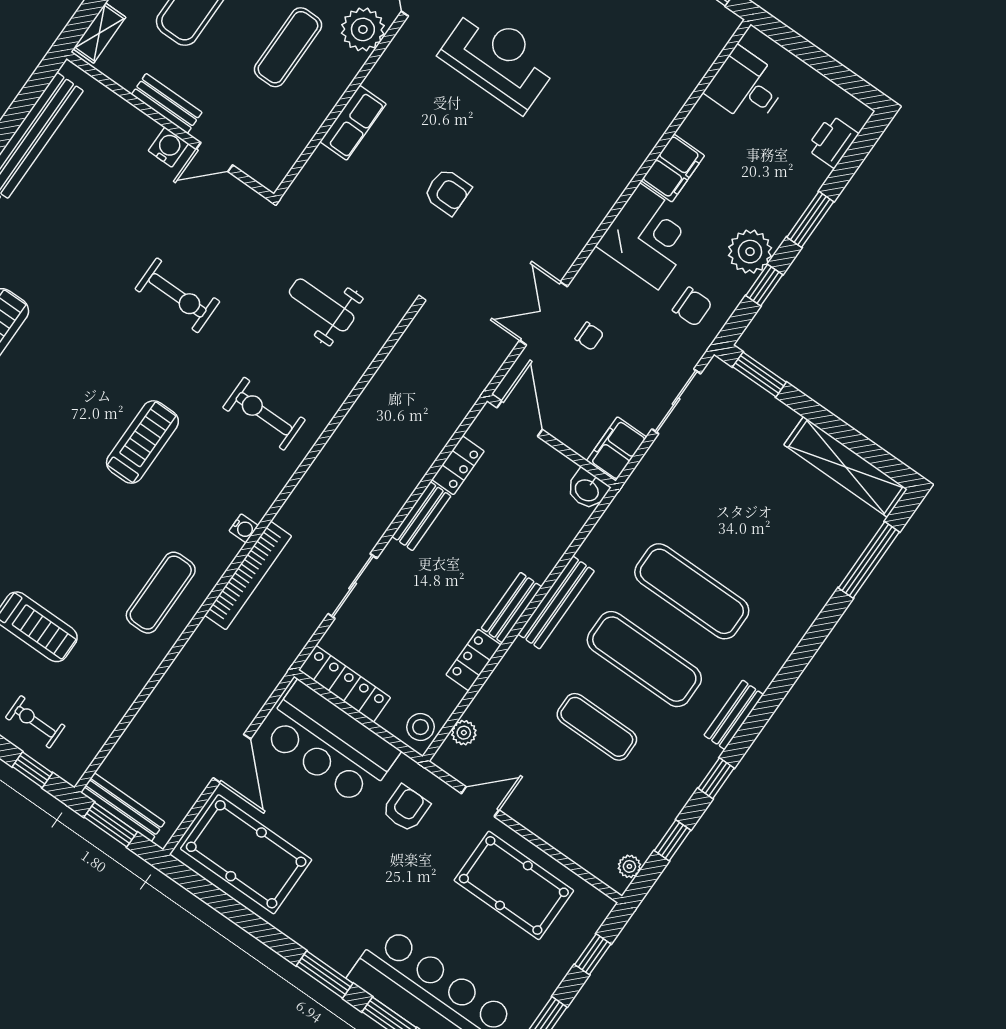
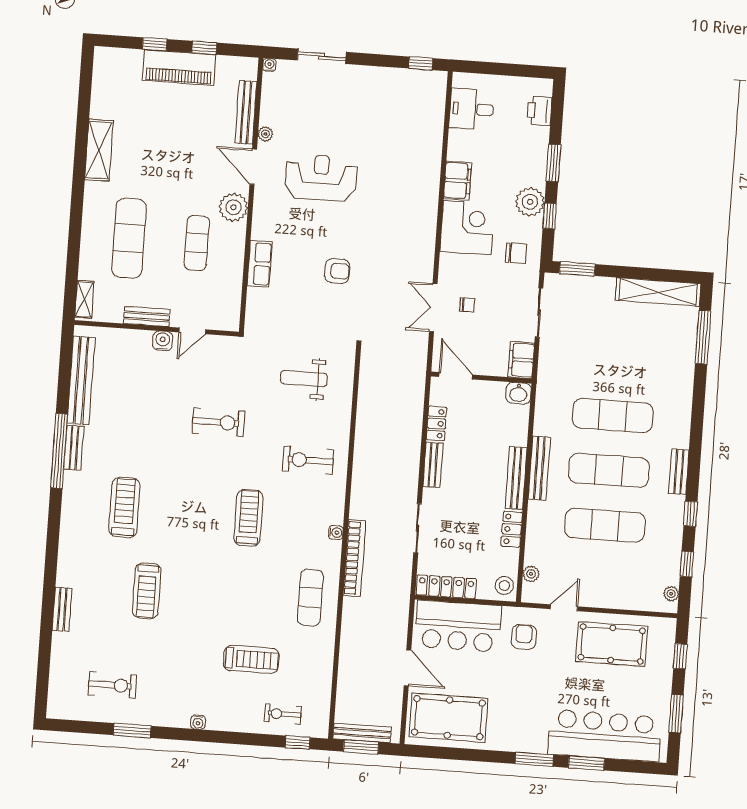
bench: (511, 608) -> (516, 478), width x1.36
exercise mat: (597, 727) -> (605, 525), width x1.36, depth x1.45

